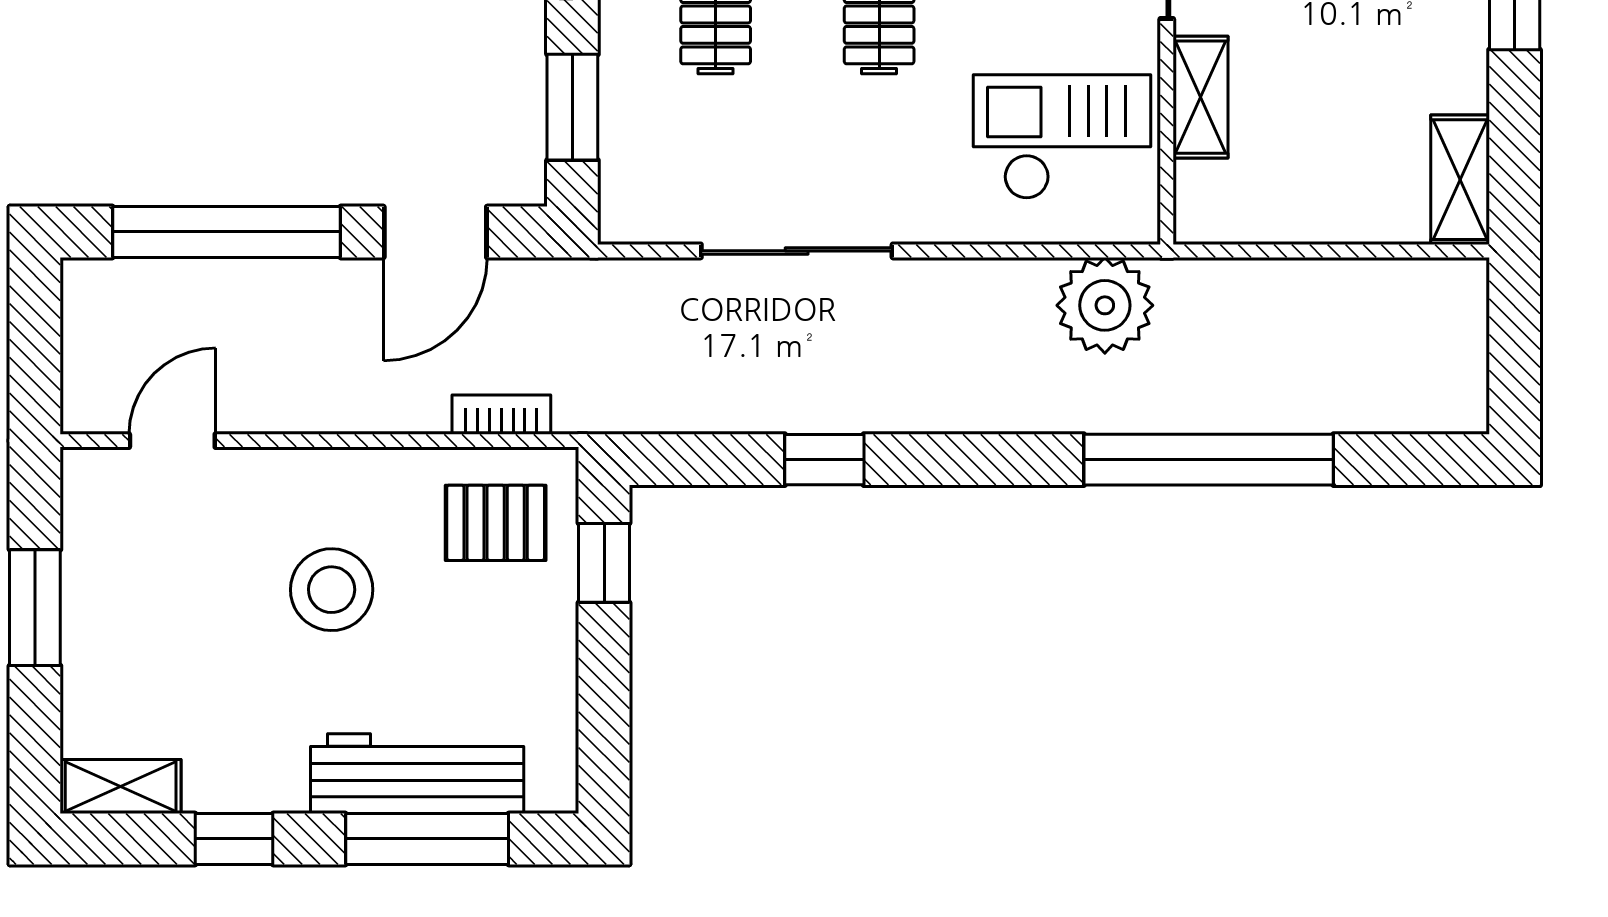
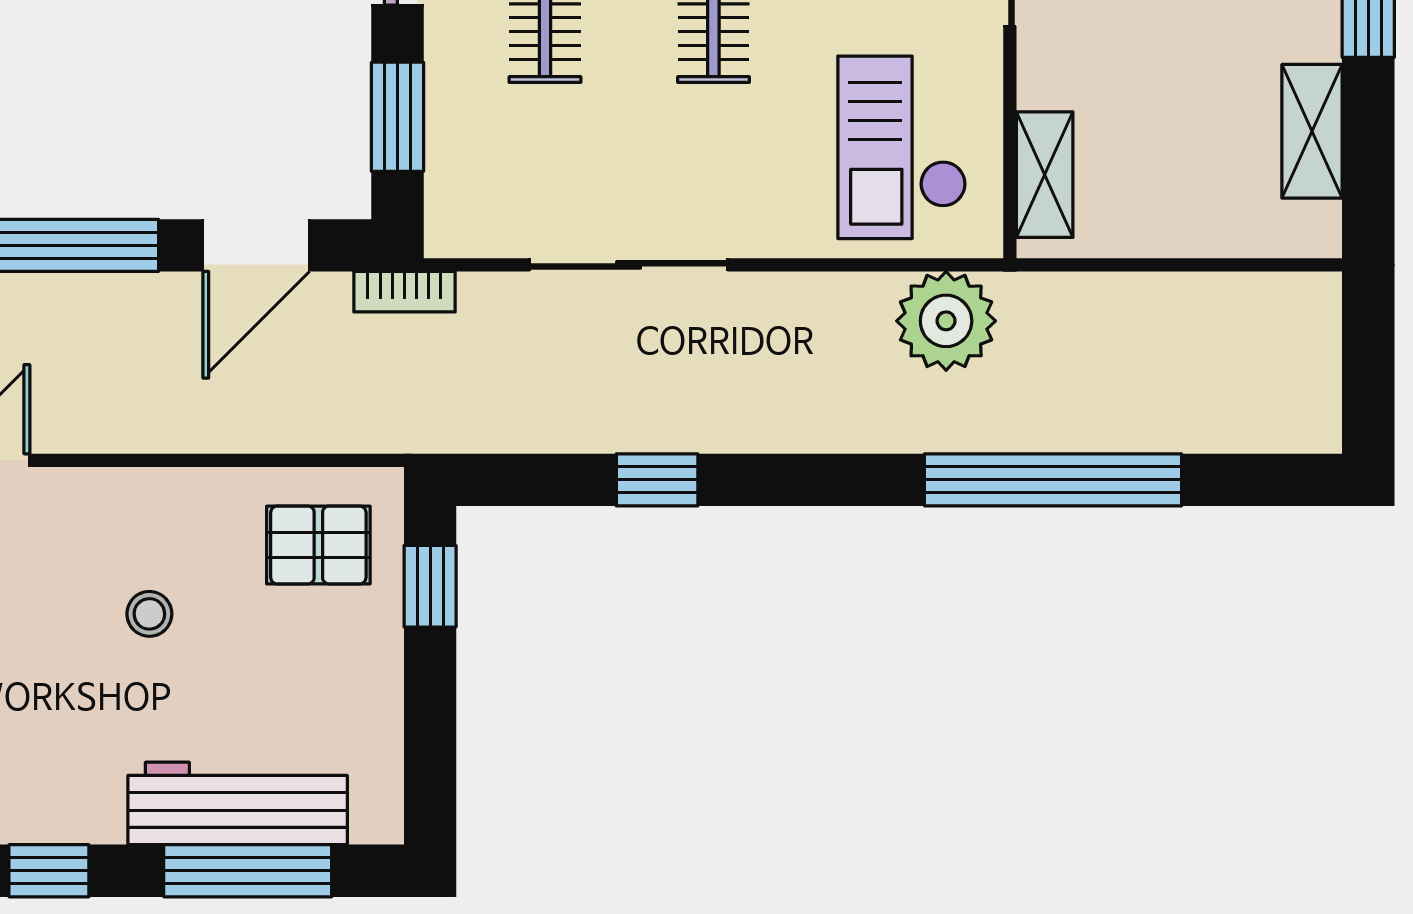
shelving: (1201, 97) -> (1045, 175), moved
checkout: (1062, 137) -> (902, 147), turned -90
shelving: (1460, 180) -> (1312, 131), moved
bookcase: (501, 415) -> (404, 292), moved, turned 180
stool: (332, 590) -> (149, 614), width x0.53, depth x0.53

